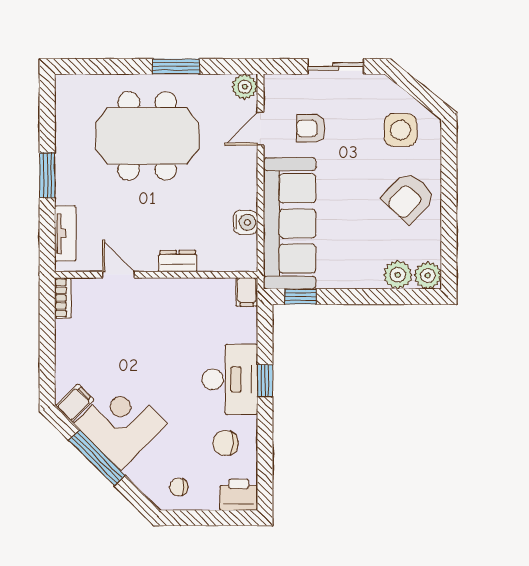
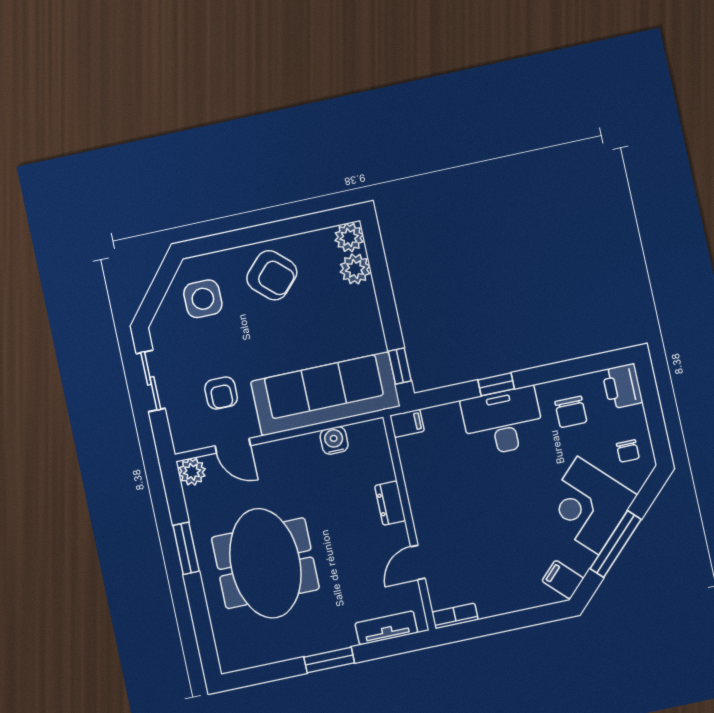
corner desk: (121, 424) -> (588, 505), moved

